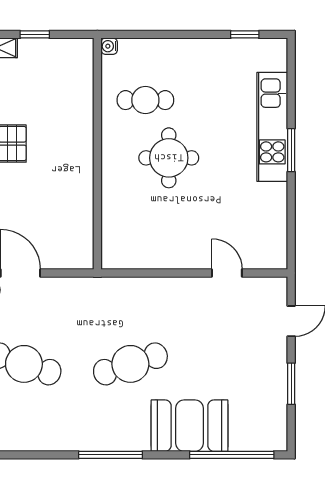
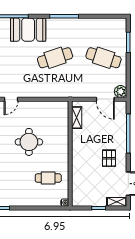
round table: (169, 158) -> (29, 142), moved
shelving: (83, 233) -> (77, 118), added
door: (227, 273) -> (11, 99), hinge flipped

